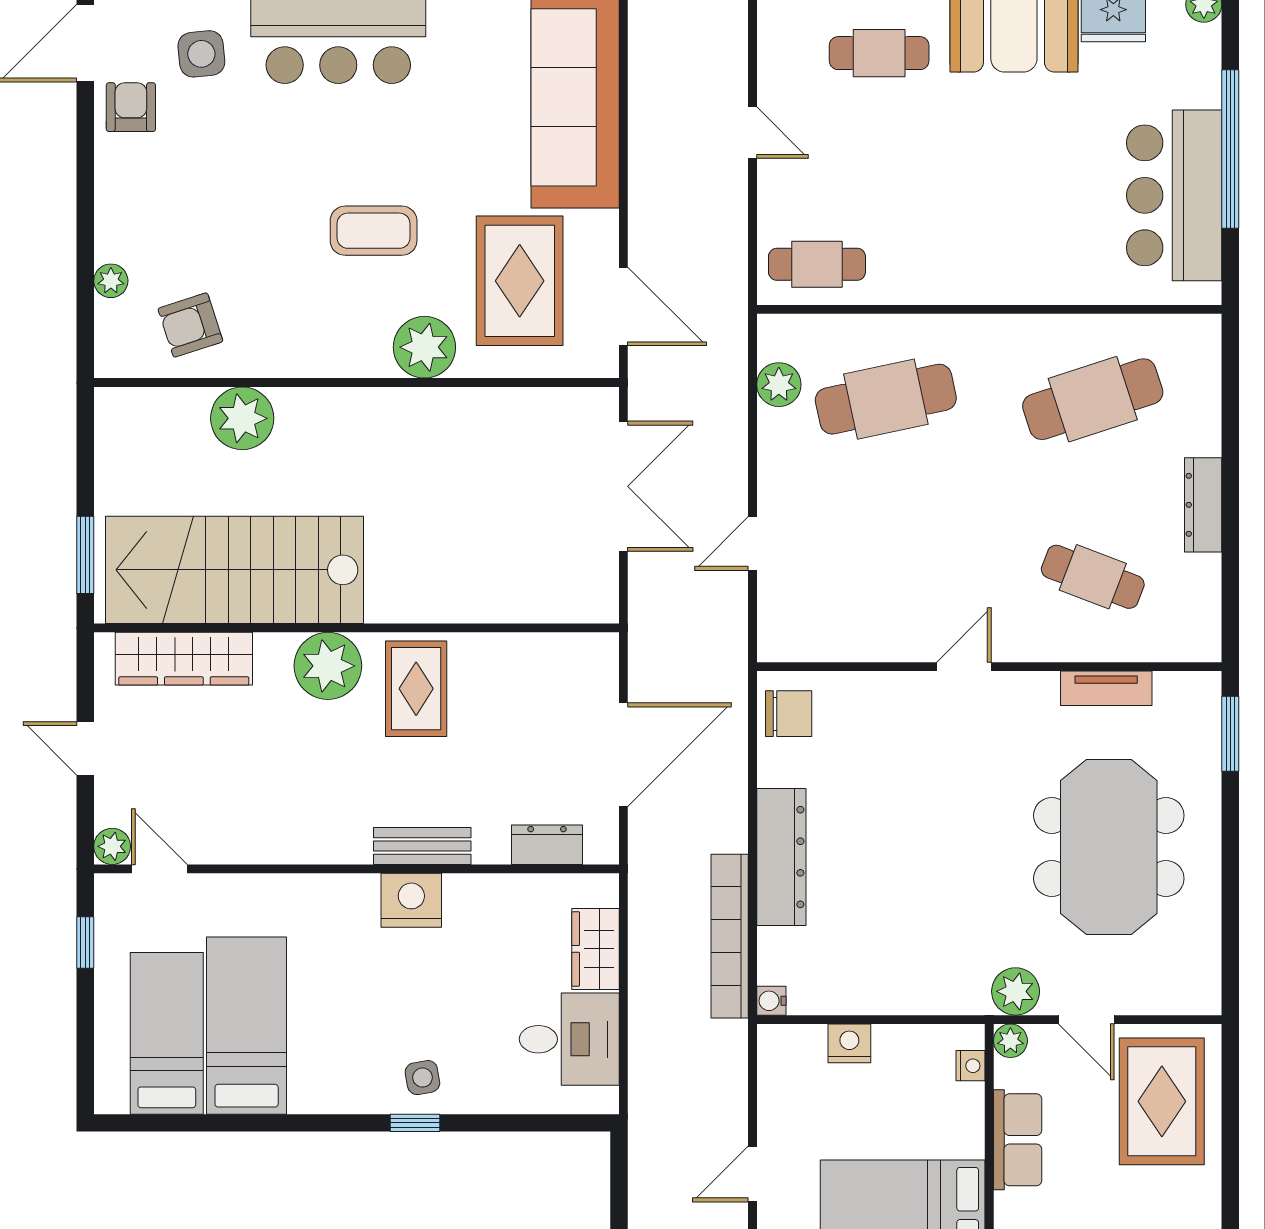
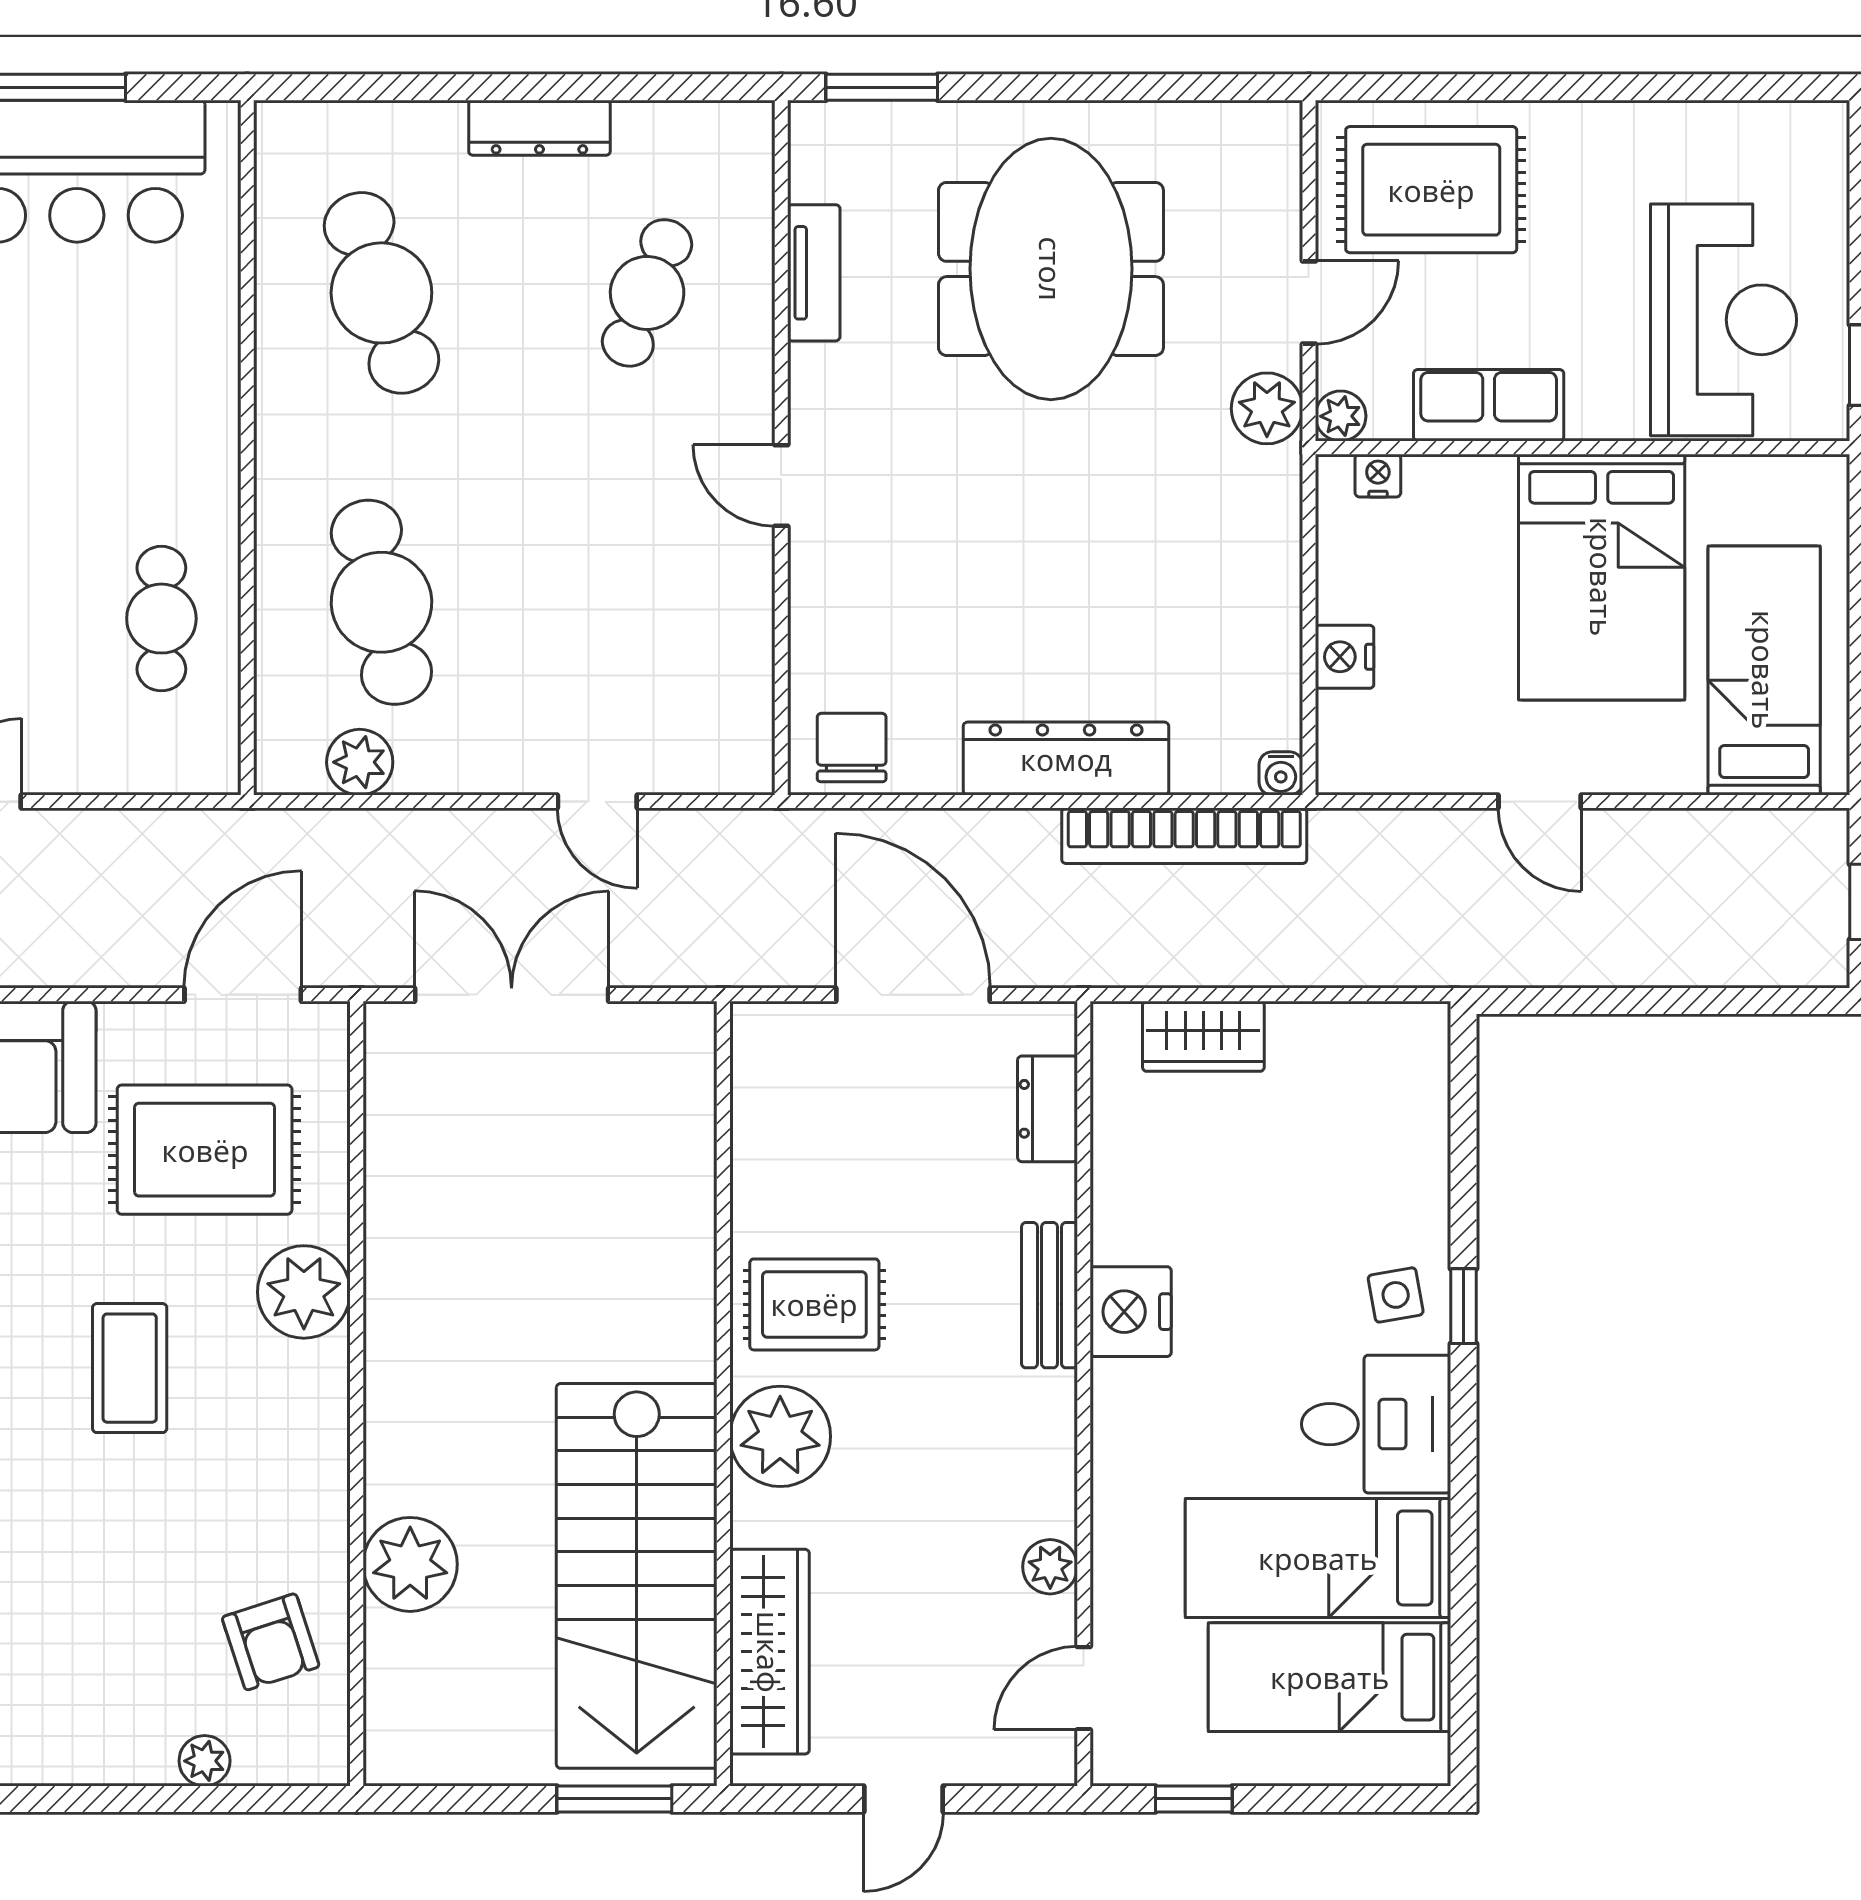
cafe table: (817, 264) -> (161, 619), moved
plant: (112, 846) -> (1050, 1567), moved
meeting table: (1109, 847) -> (1051, 269), turned 90
desk: (569, 1039) -> (1376, 1424), moved, turned 90

